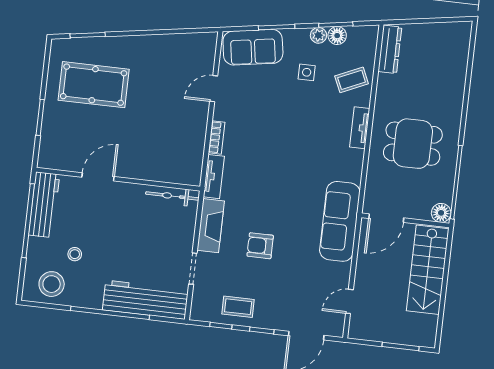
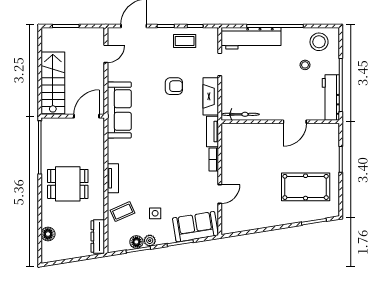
dining table: (413, 144) -> (68, 184), moved
floor lamp: (441, 213) -> (48, 234), moved

